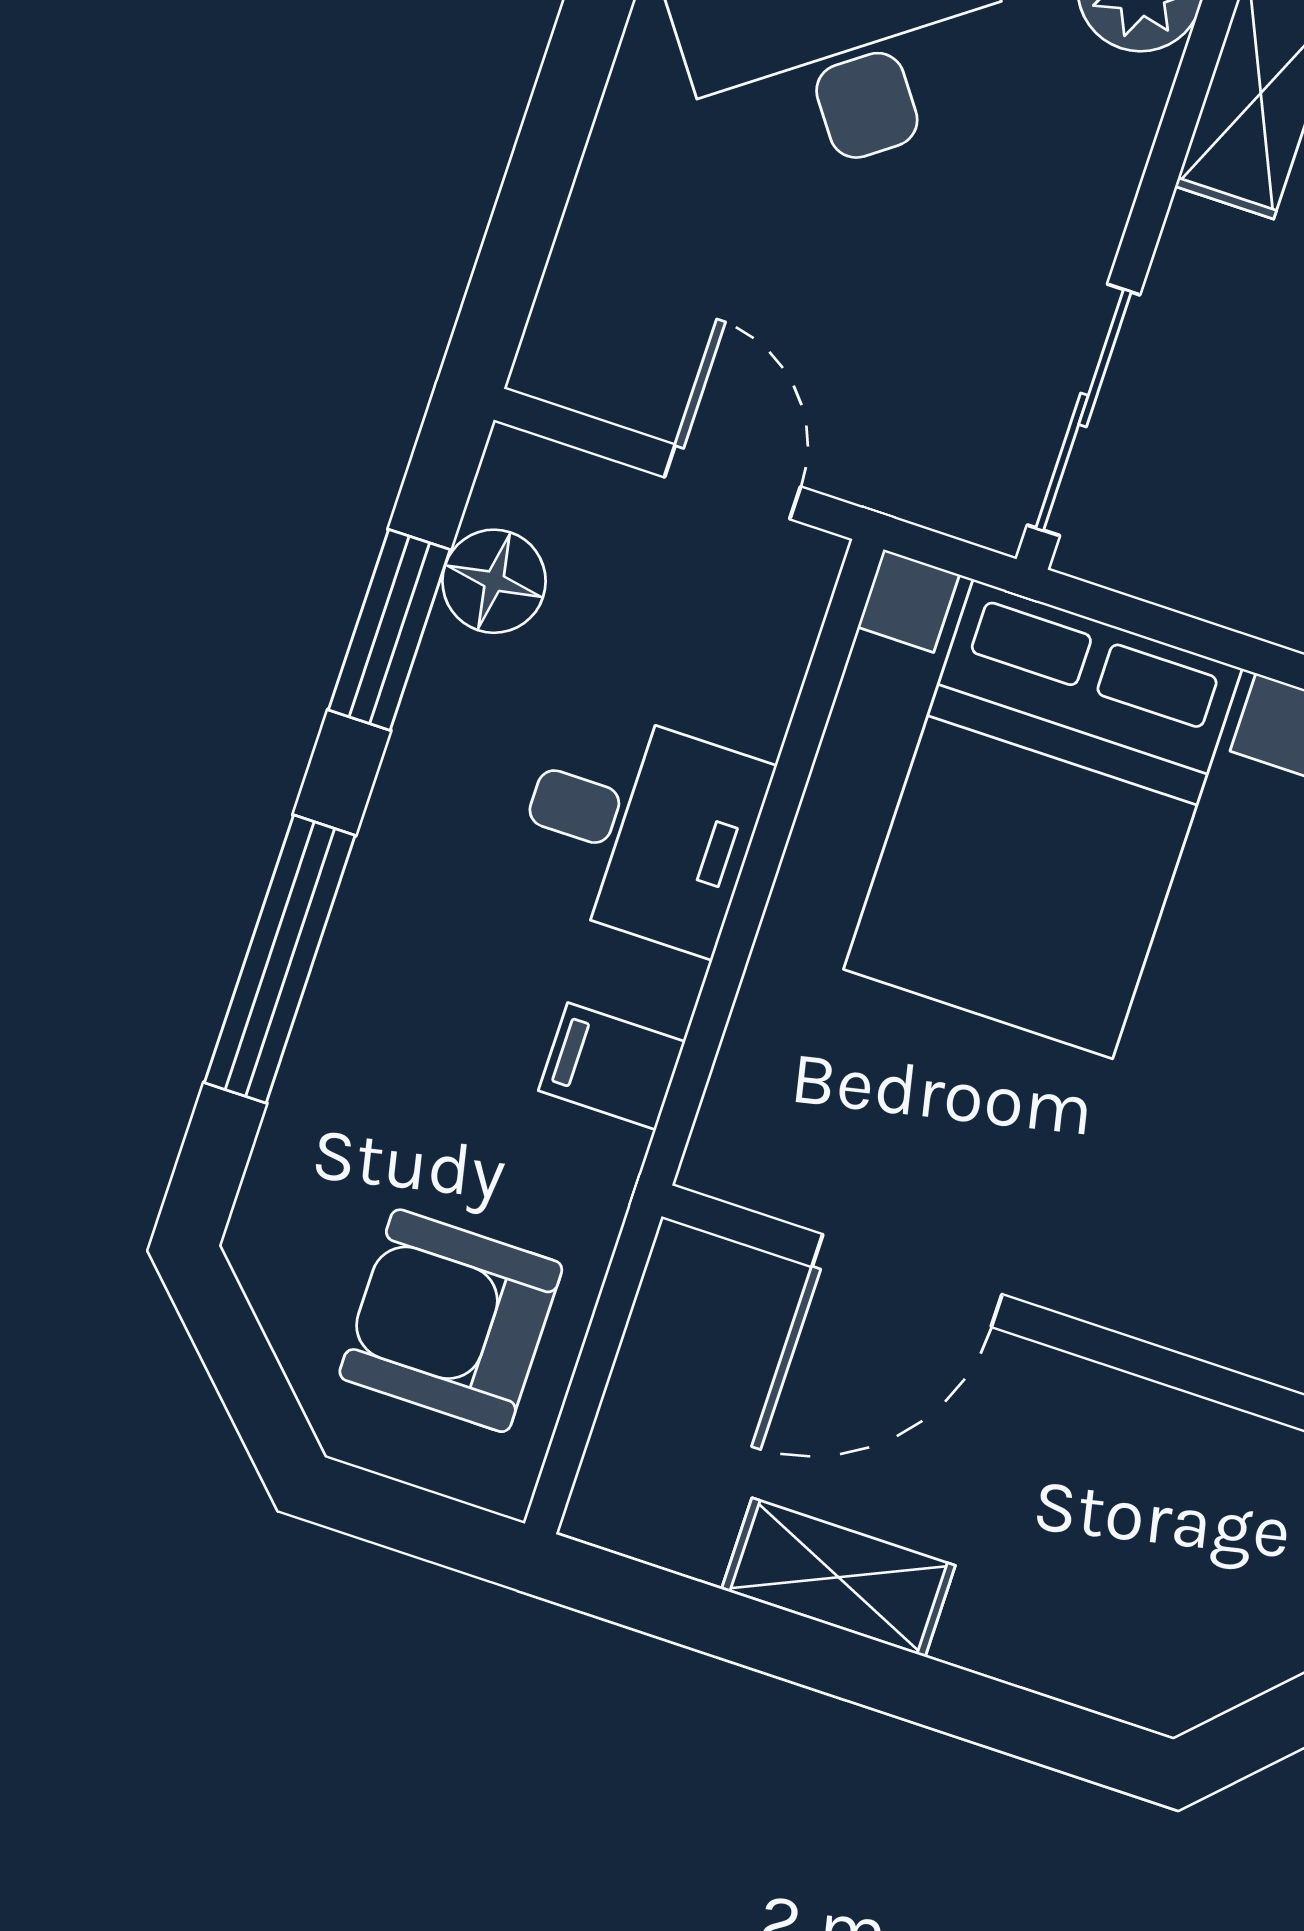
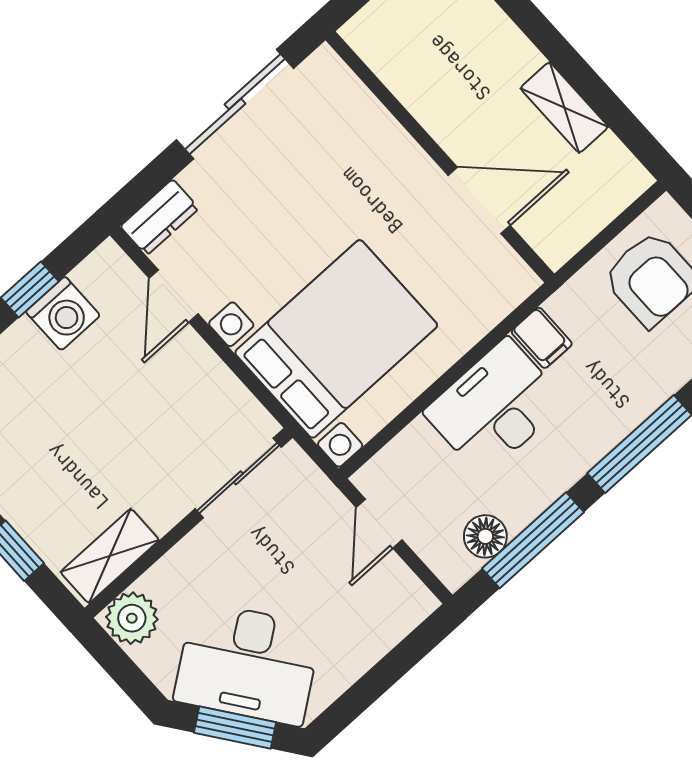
window: (389, 630) -> (533, 540), width x1.44
desk: (640, 828) -> (495, 407), width x1.37

